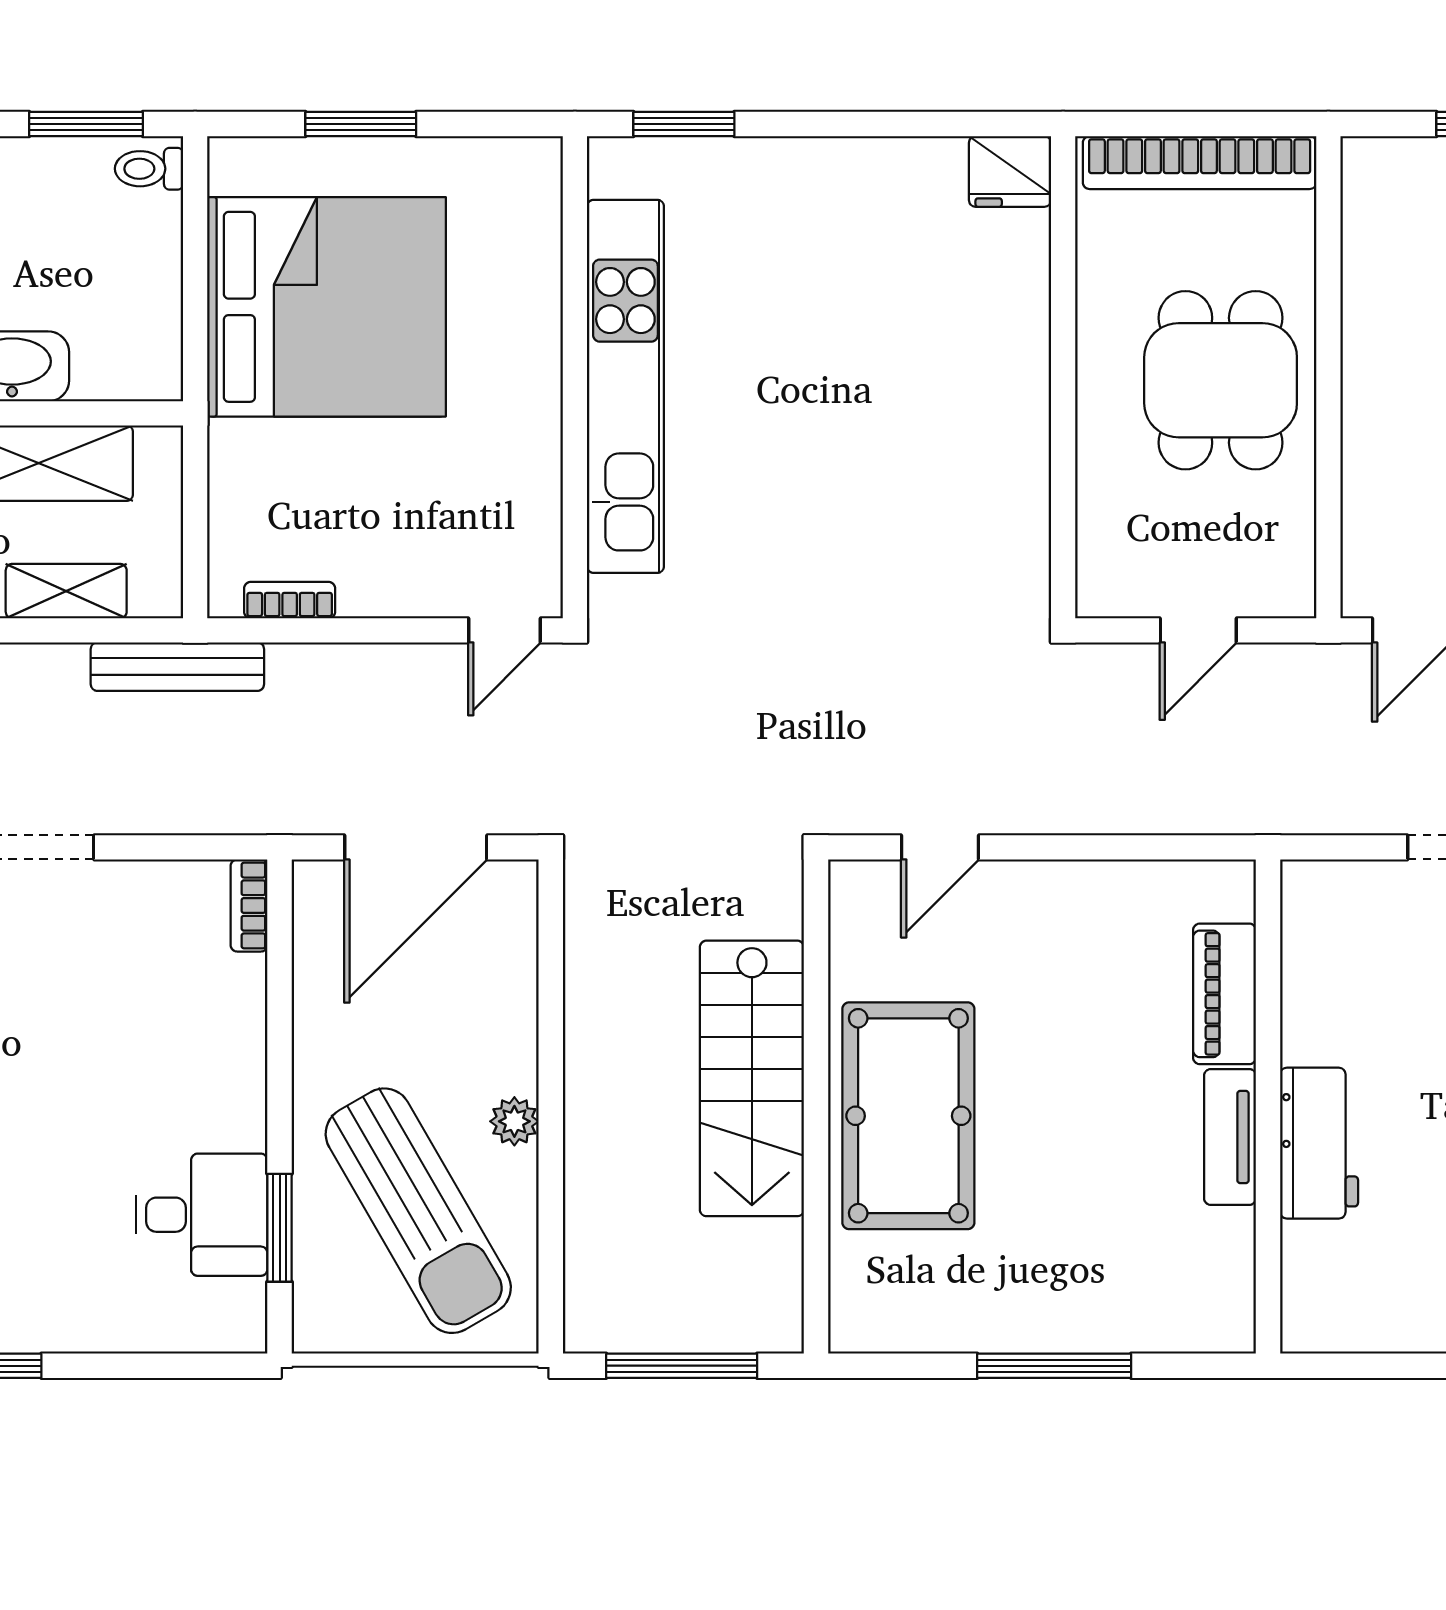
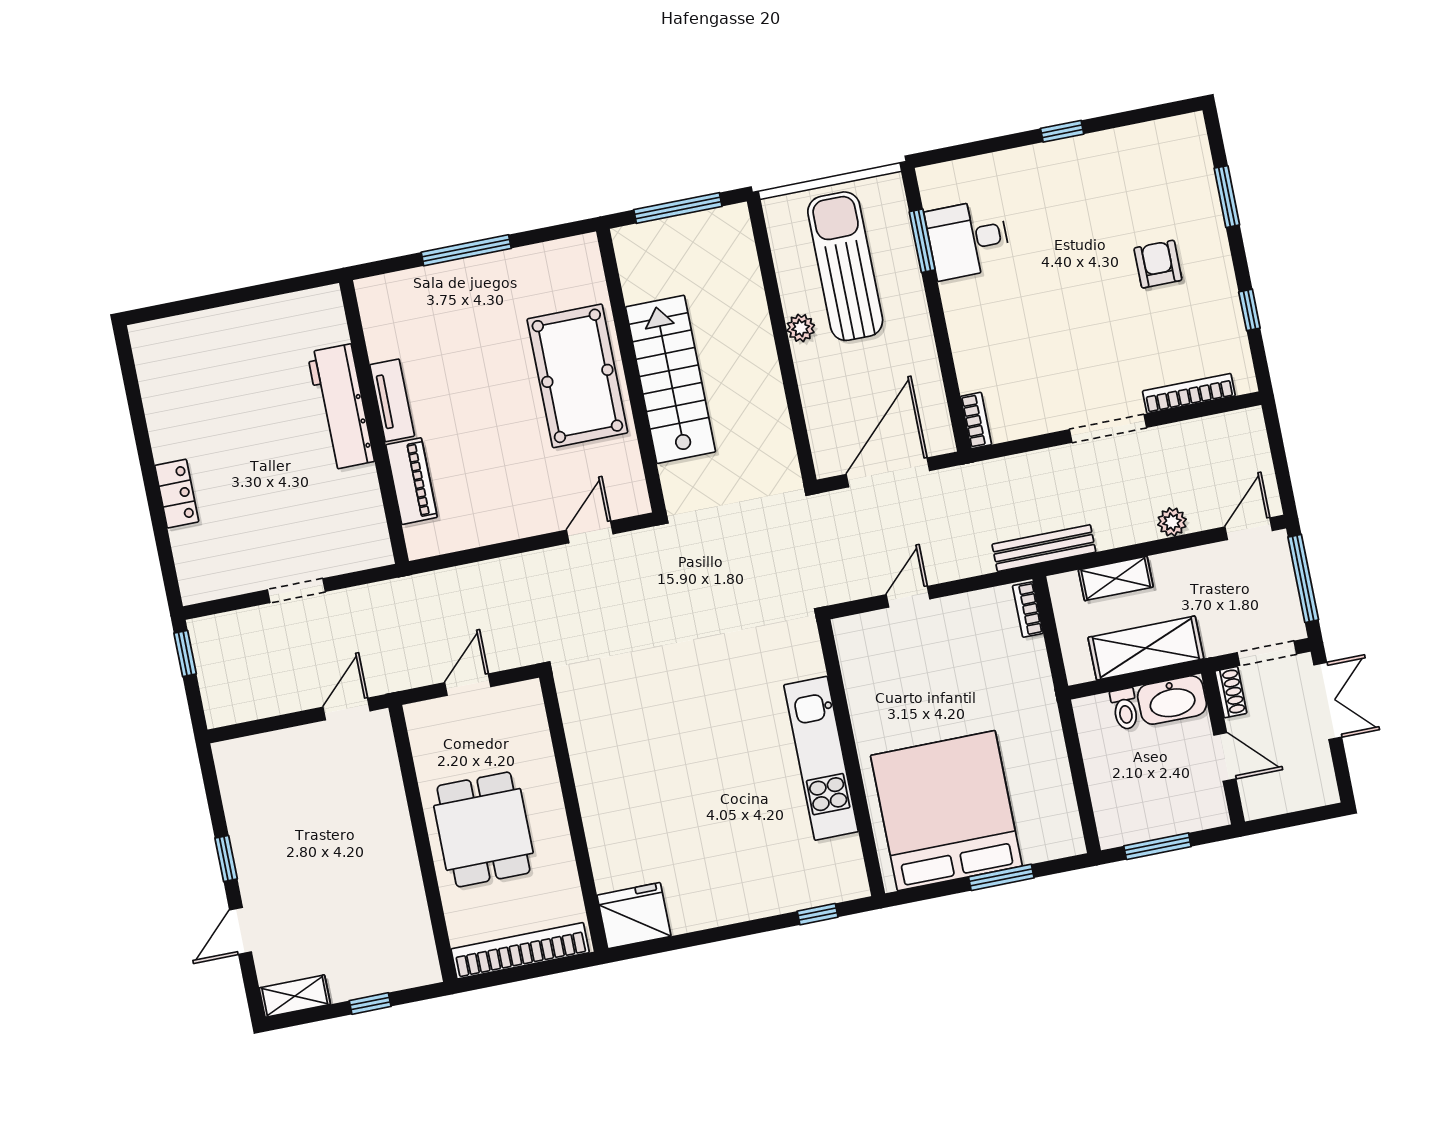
window: (684, 124) -> (818, 914), width x0.67
toilet: (149, 169) -> (1125, 709), moved, turned 90
fridge: (1010, 171) -> (634, 916), width x1.36, depth x1.34
bed: (326, 307) -> (946, 811), moved, turned 90
kitchen unit: (625, 386) -> (821, 758), width x0.73
bookcase: (290, 600) -> (1028, 609), moved, turned 90
door: (504, 630) -> (908, 597), moved
workbench: (1319, 1143) -> (341, 407), width x1.38
sun lounger: (418, 1211) -> (845, 266), turned 30

